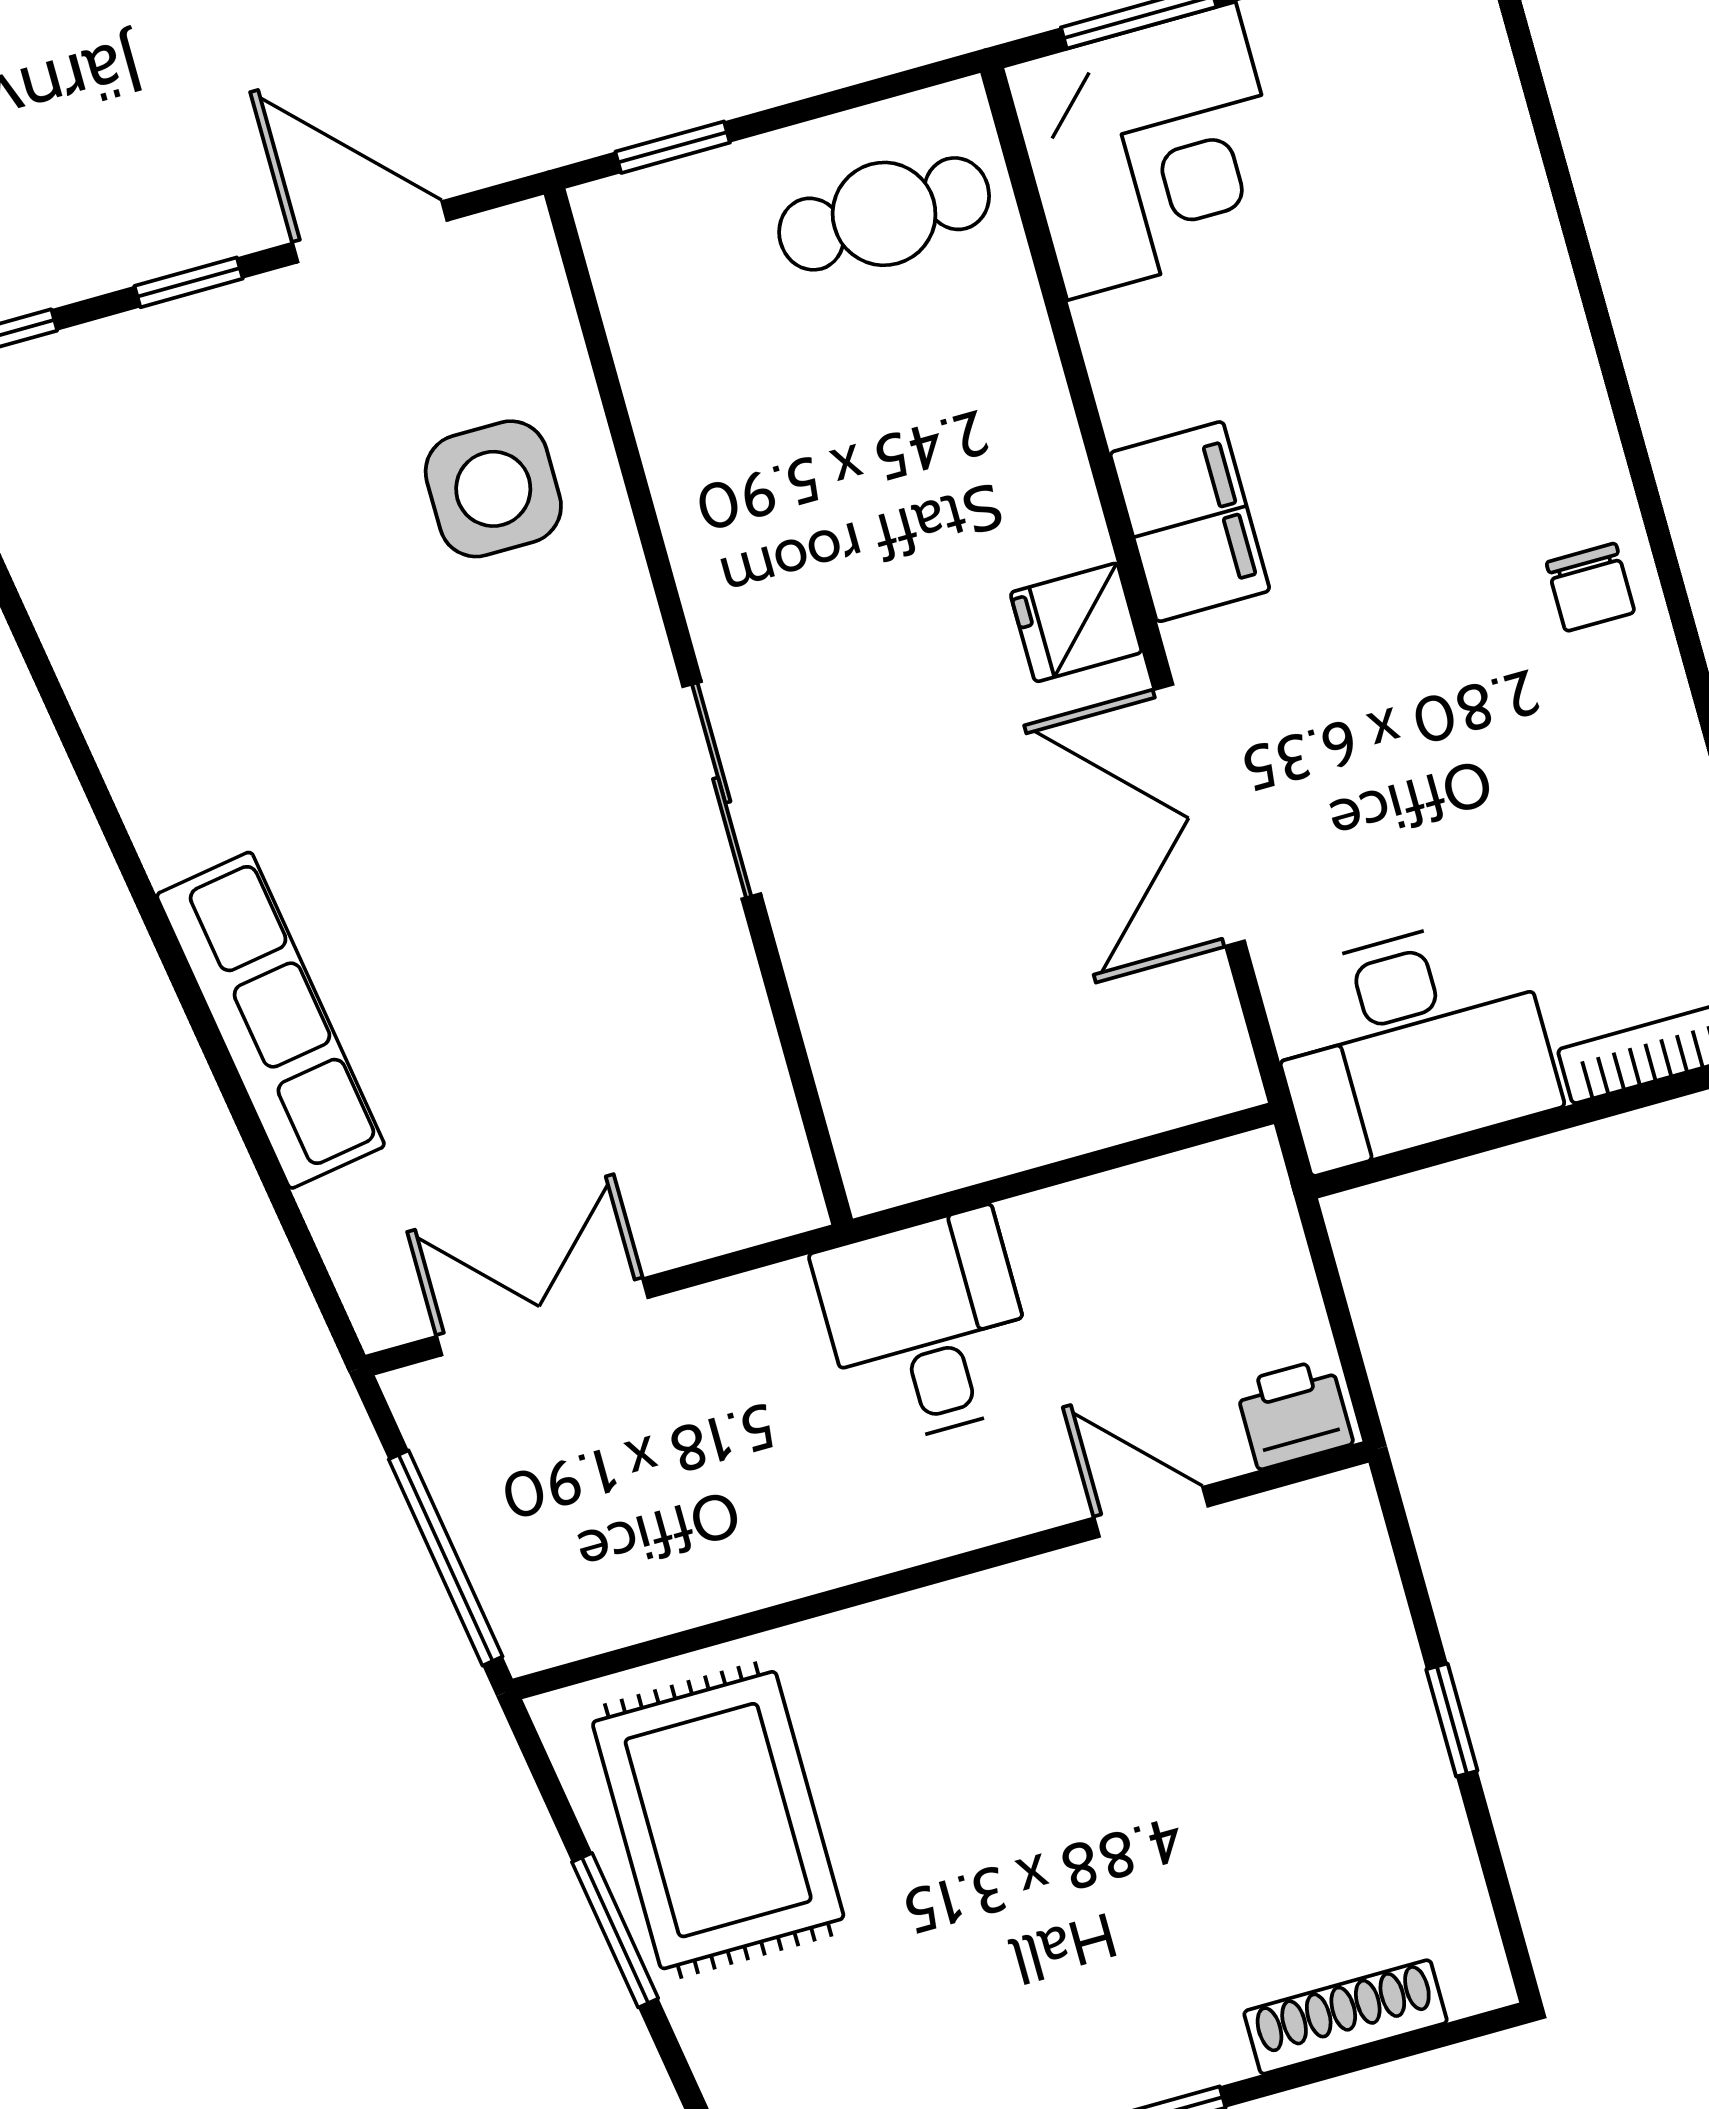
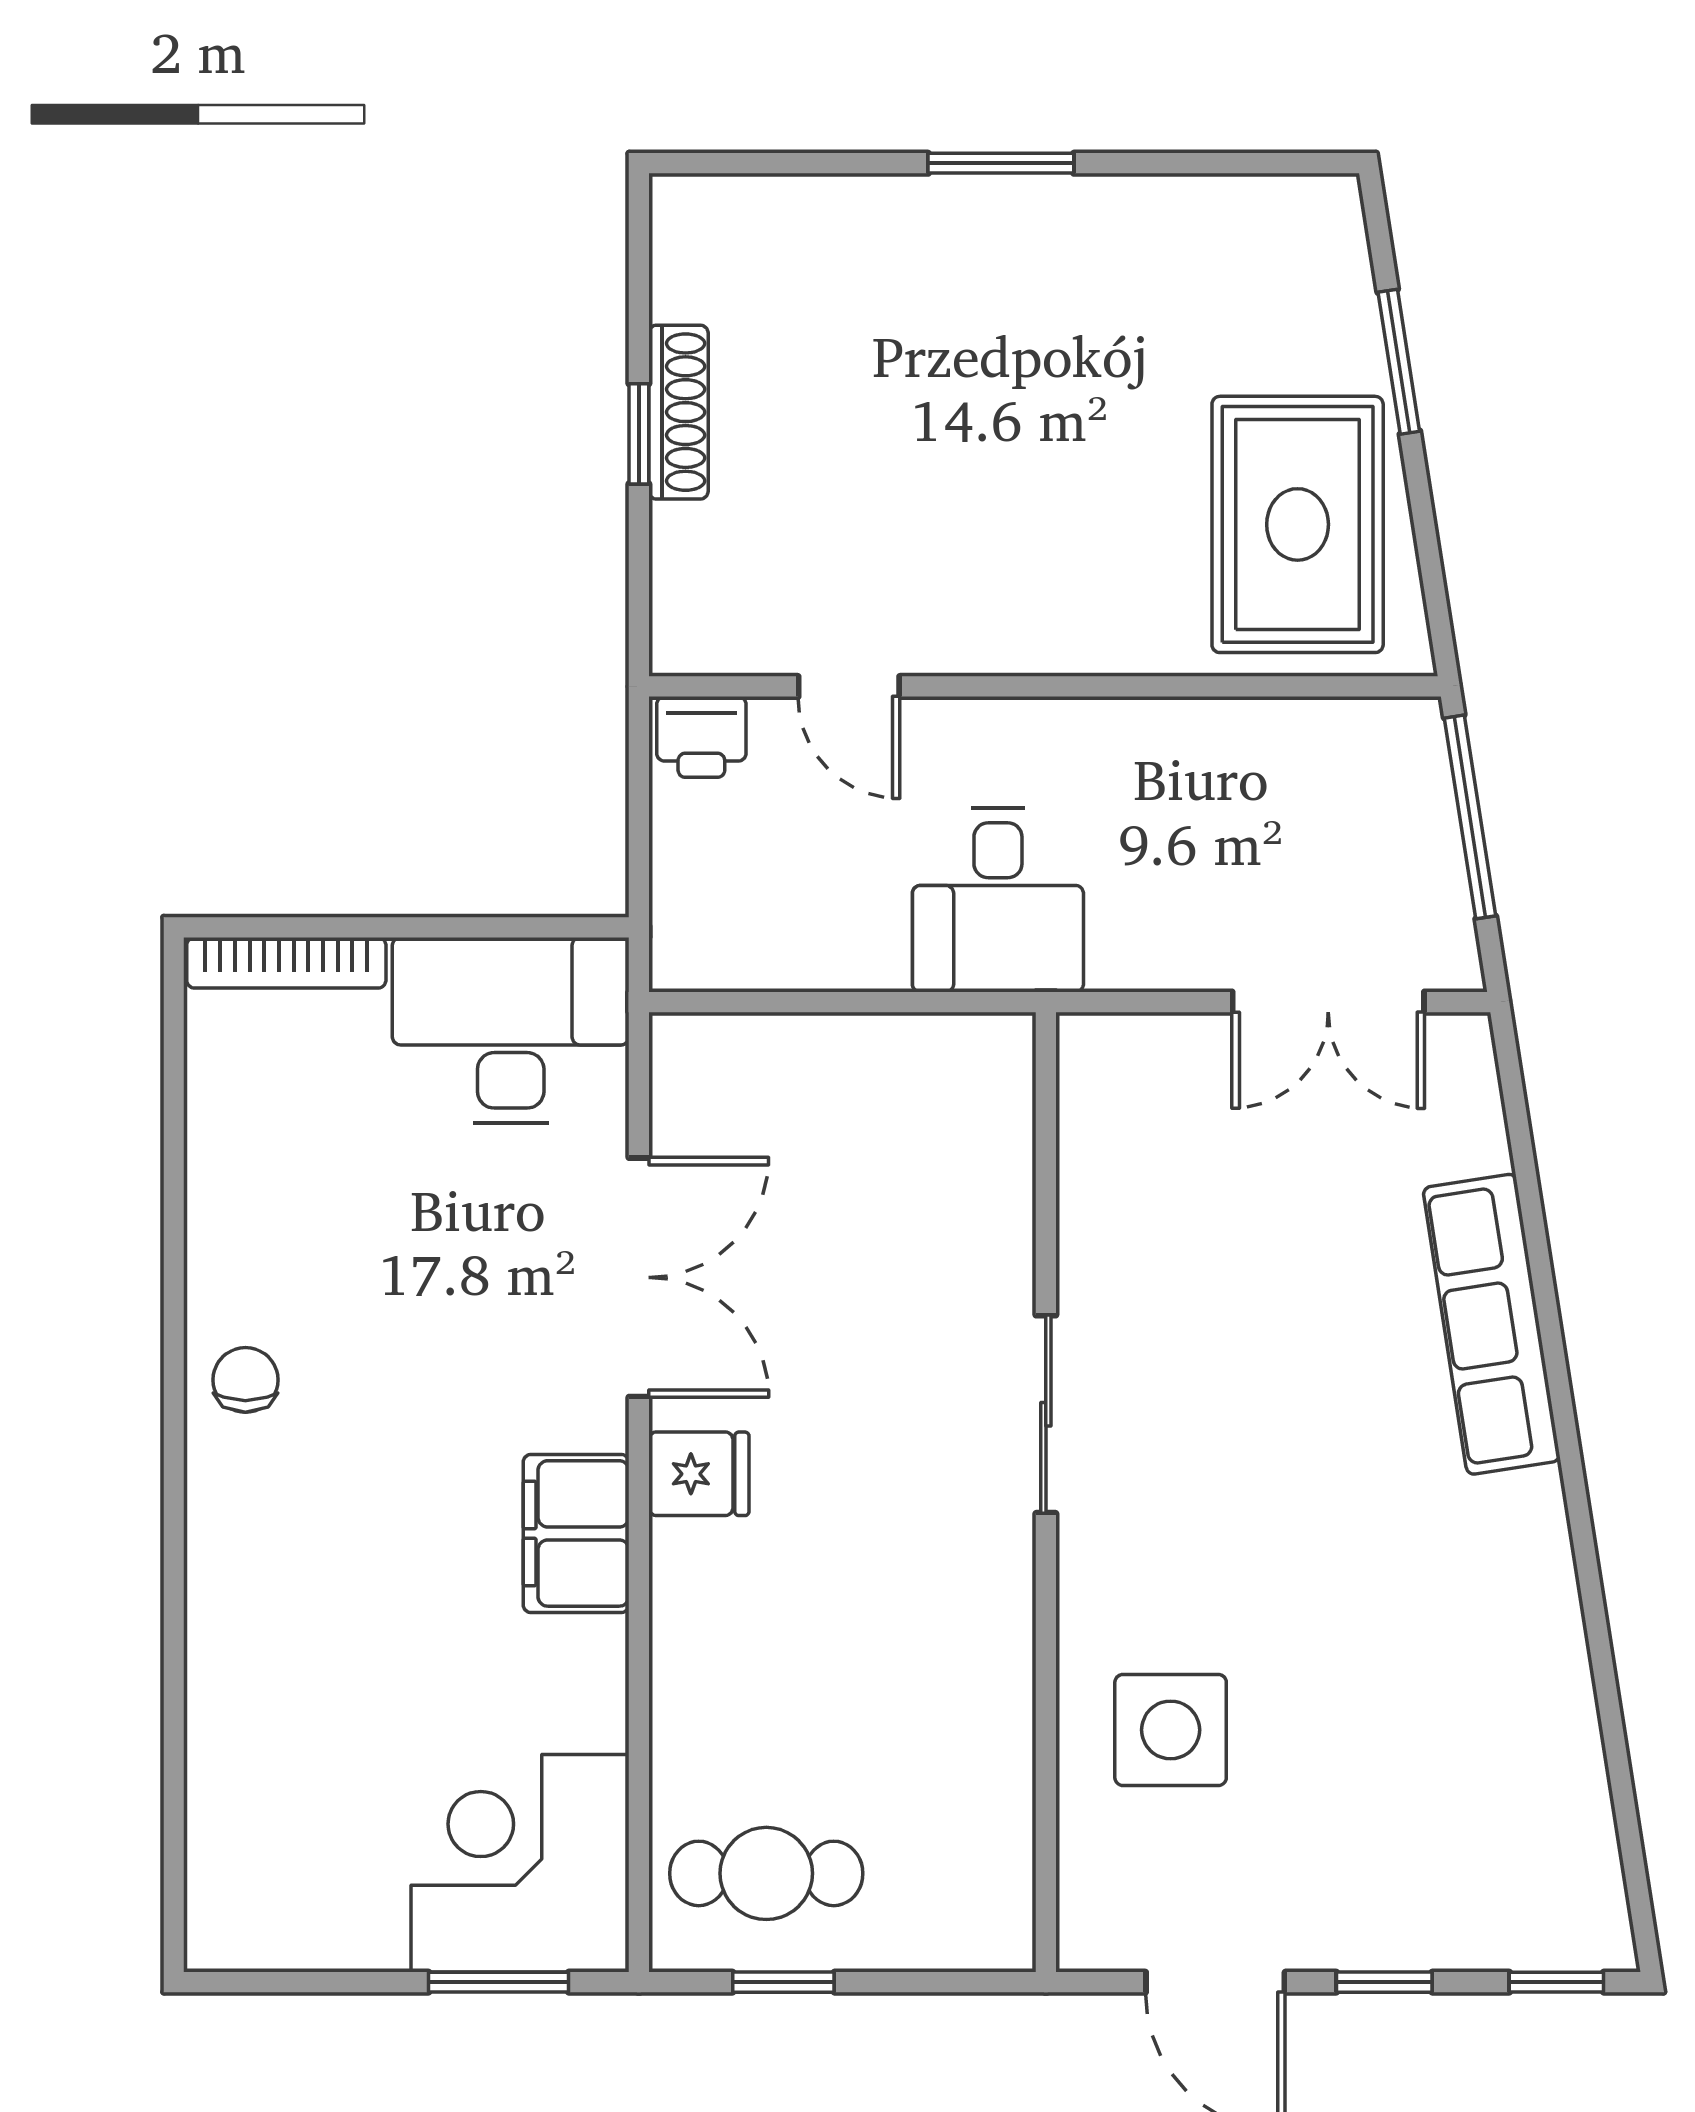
window: (673, 147) -> (783, 1982), moved
window: (615, 1930) -> (1399, 362), moved
shoe rack: (1346, 2017) -> (678, 412), moved, turned -90

